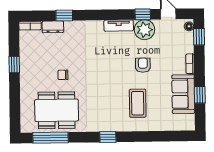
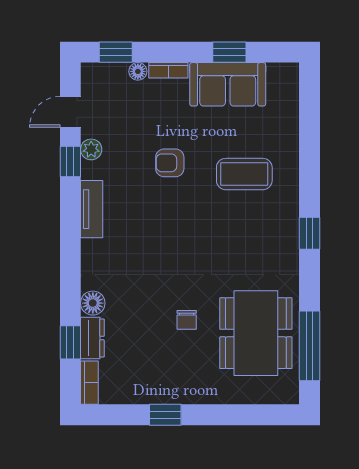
window: (64, 15) -> (70, 342), moved
floor lamp: (189, 26) -> (138, 71), moved
floor lamp: (71, 27) -> (93, 303), added
plant: (144, 30) -> (91, 149), width x0.53, depth x0.53

